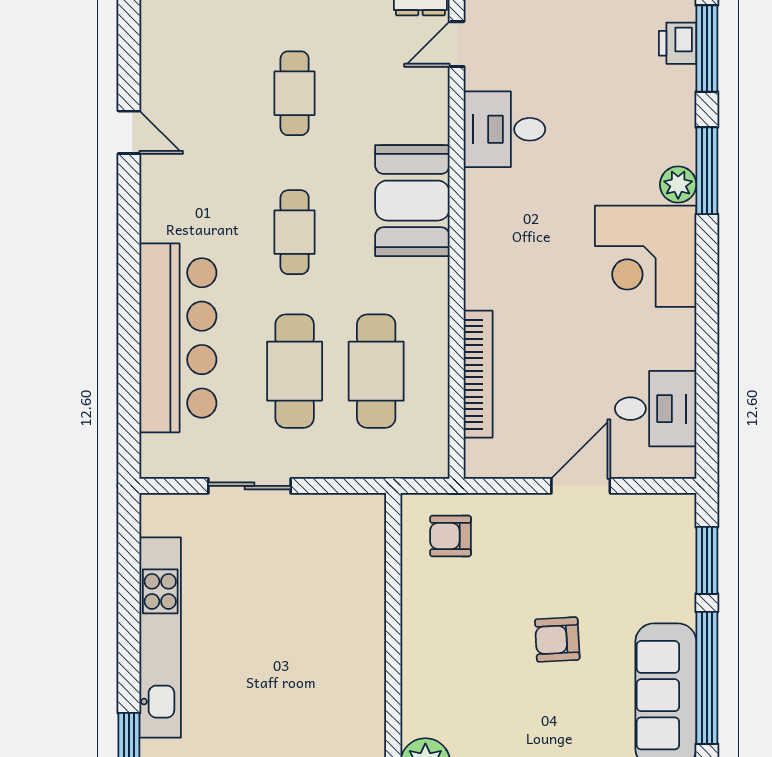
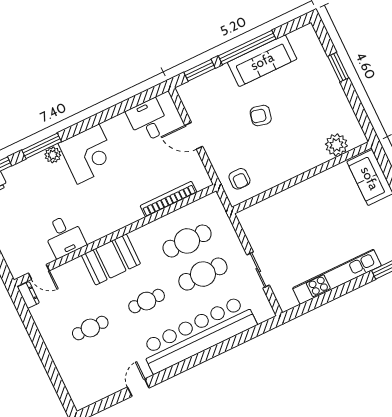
bar counter: (178, 338) -> (198, 334), width x1.36
armchair: (557, 640) -> (261, 115), turned 106

